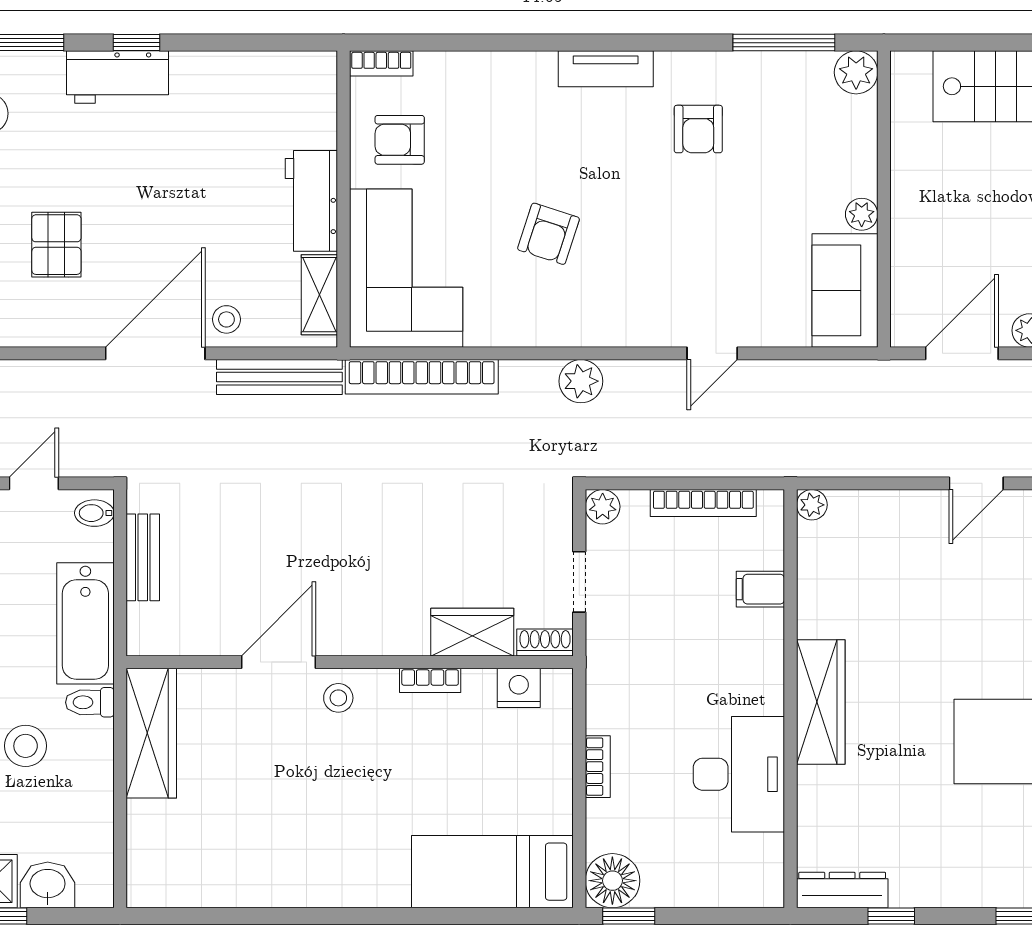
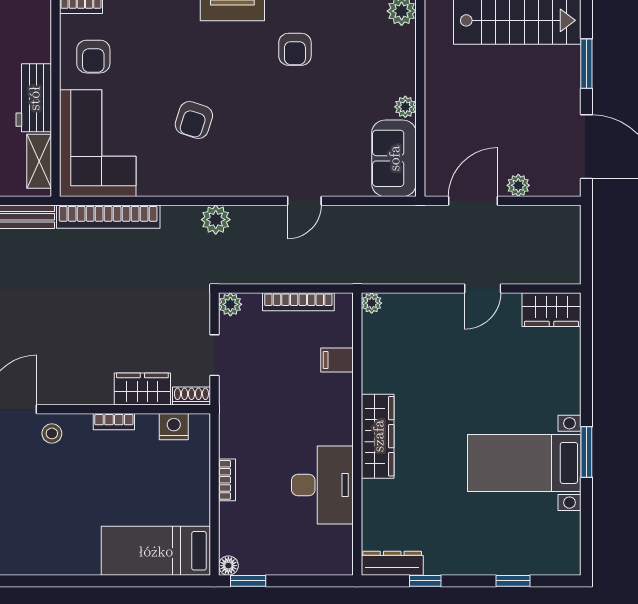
armchair: (400, 140) -> (93, 57), turned -90
floor lamp: (612, 881) -> (228, 566), width x0.53, depth x0.53

